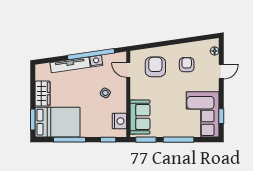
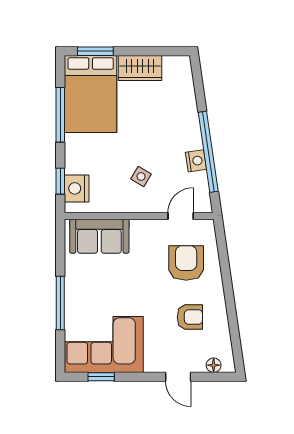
tv unit: (70, 65) -> (189, 116), removed
armchair: (155, 67) -> (186, 263), turned -90
nightstand: (119, 121) -> (77, 188), moved, turned 90
window: (146, 140) -> (60, 247), removed

